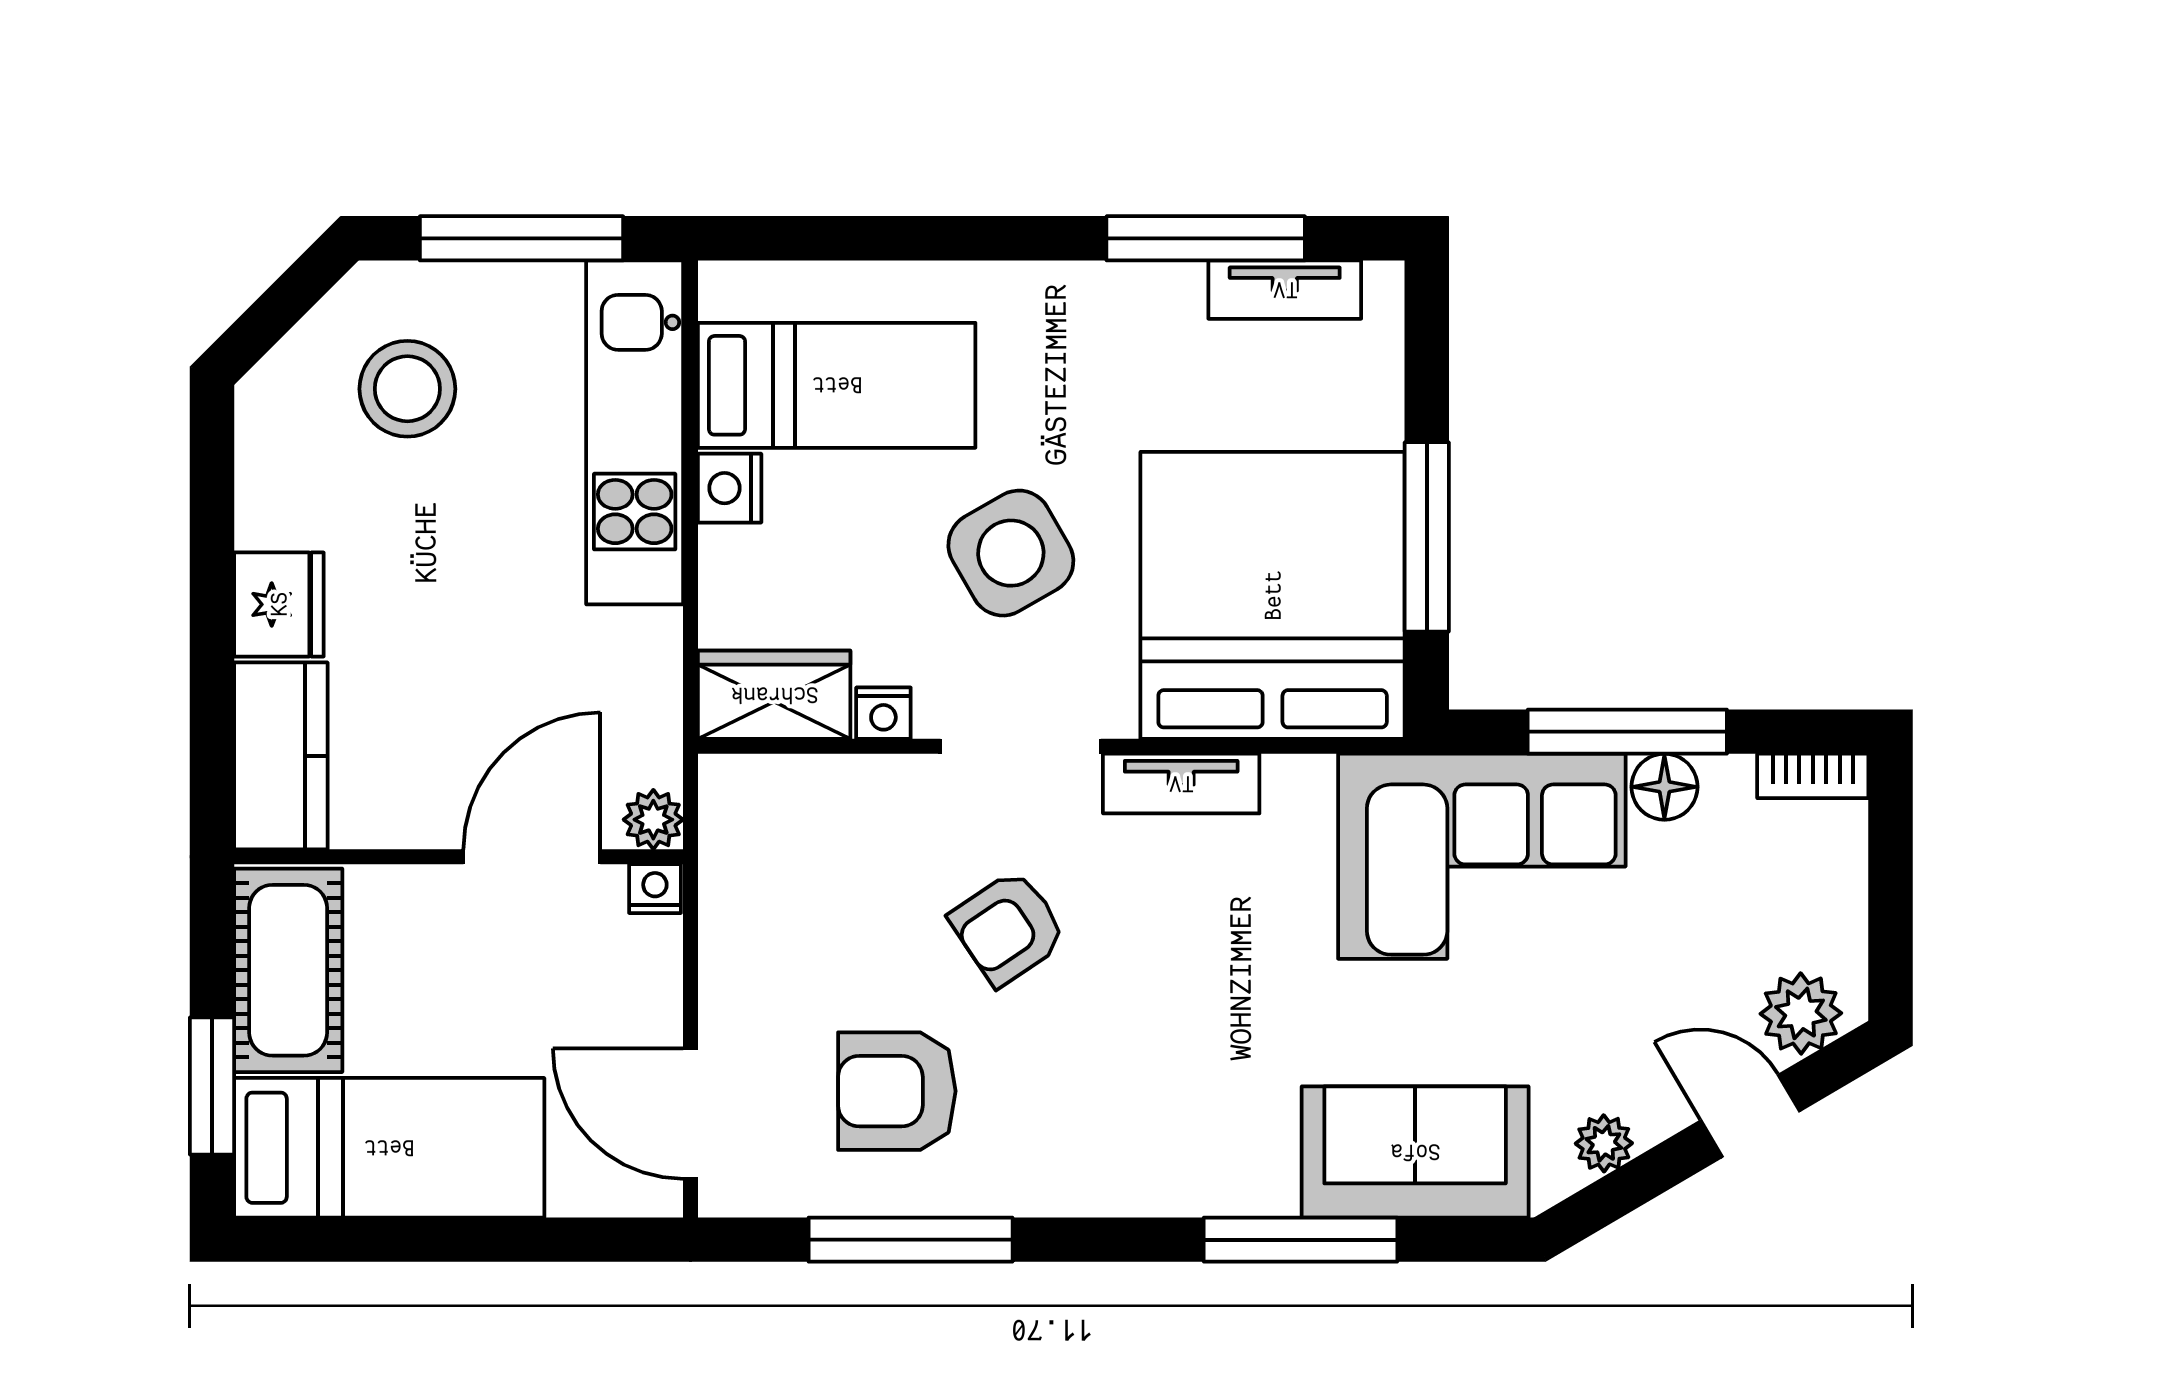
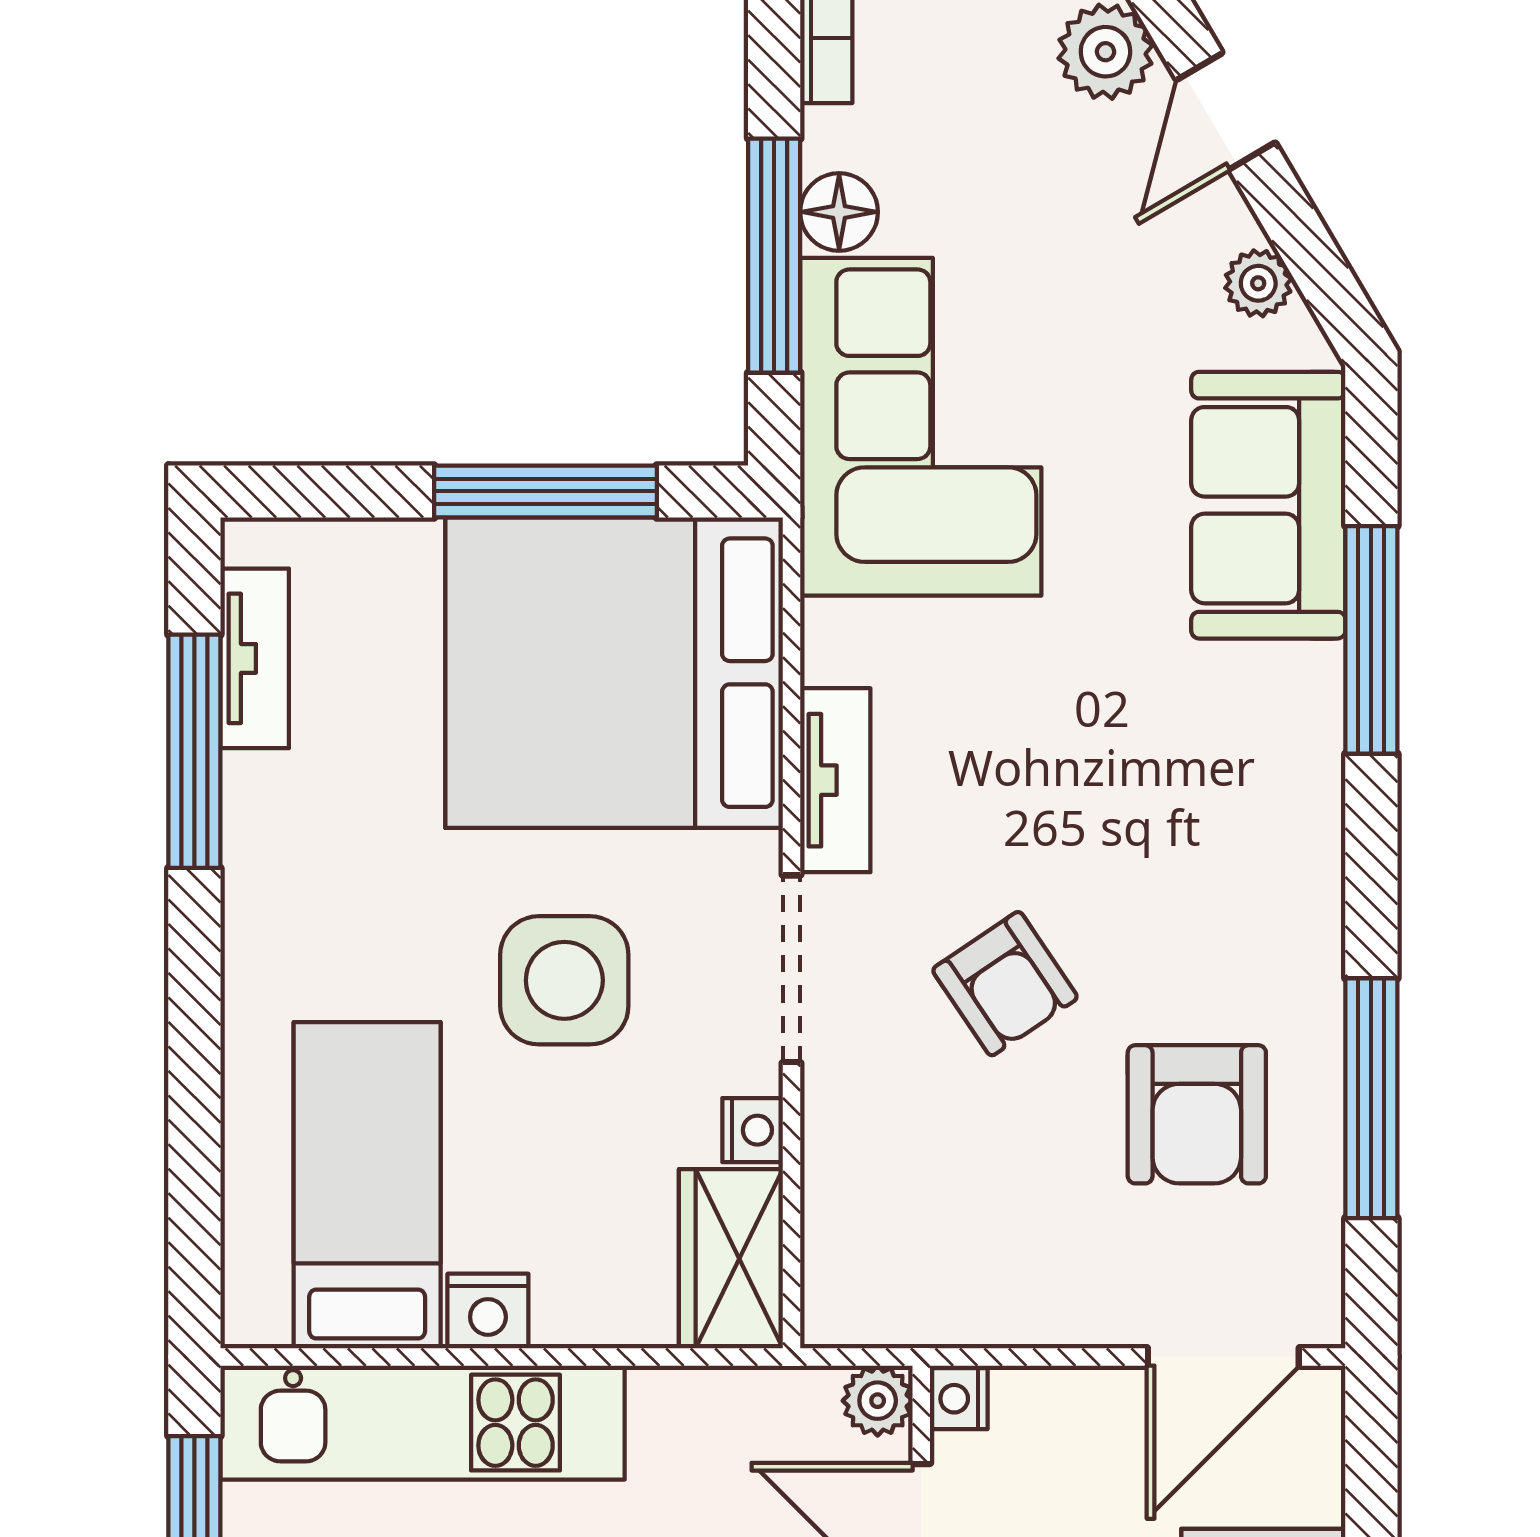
side table: (1011, 553) -> (564, 980), turned 30

